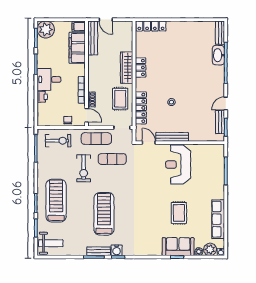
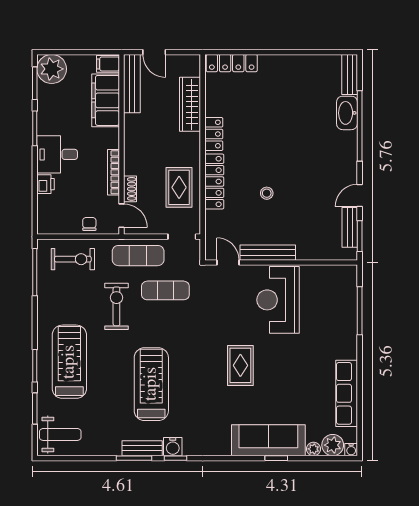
wardrobe: (127, 68) -> (190, 104), moved
locker: (141, 108) -> (214, 182), moved
exercise bike: (84, 168) -> (116, 306), turned 180
rug: (179, 213) -> (240, 365), moved
sofa: (178, 247) -> (268, 440), width x1.36

